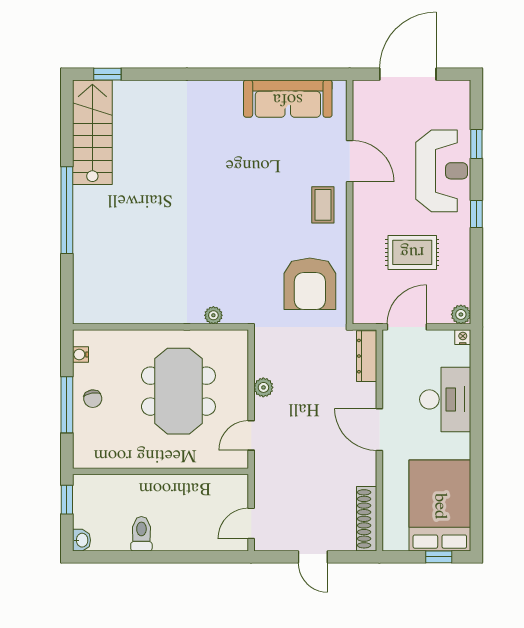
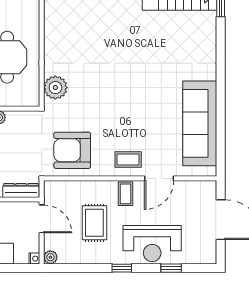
sofa: (288, 99) -> (200, 123), width x1.36, depth x1.27
coffee table: (371, 209) -> (125, 194), added
plant: (213, 315) -> (55, 88), width x1.88, depth x1.88

